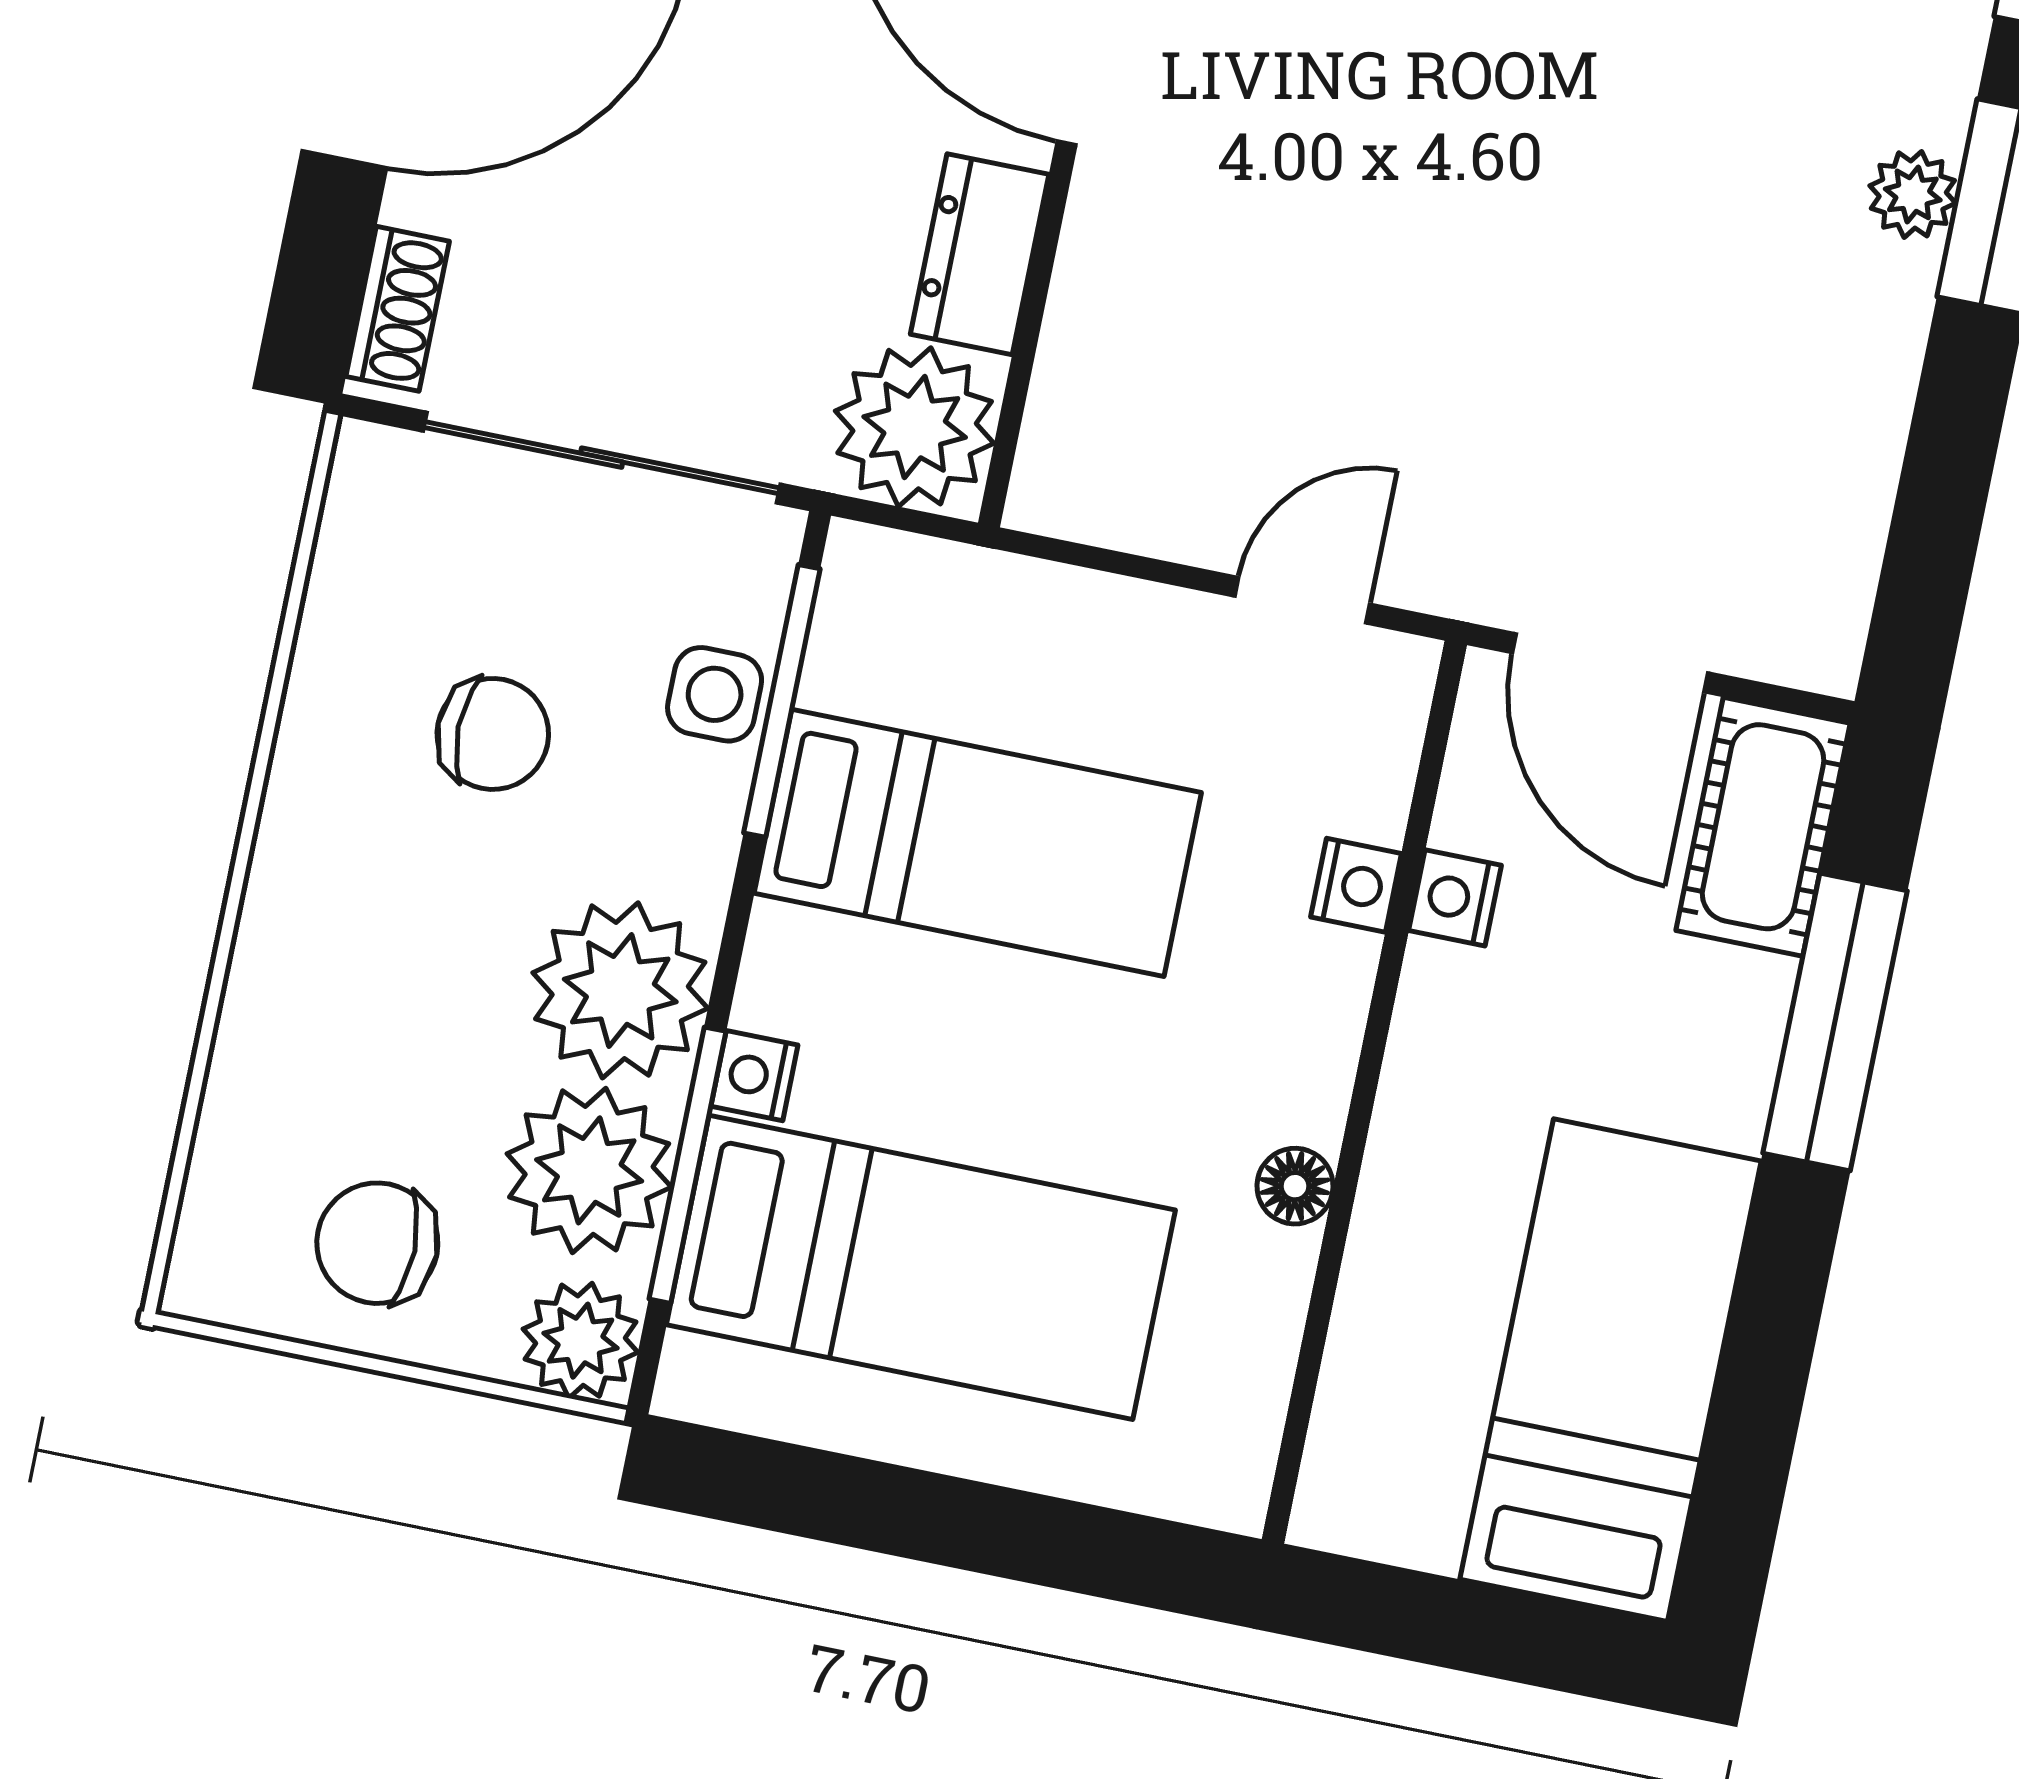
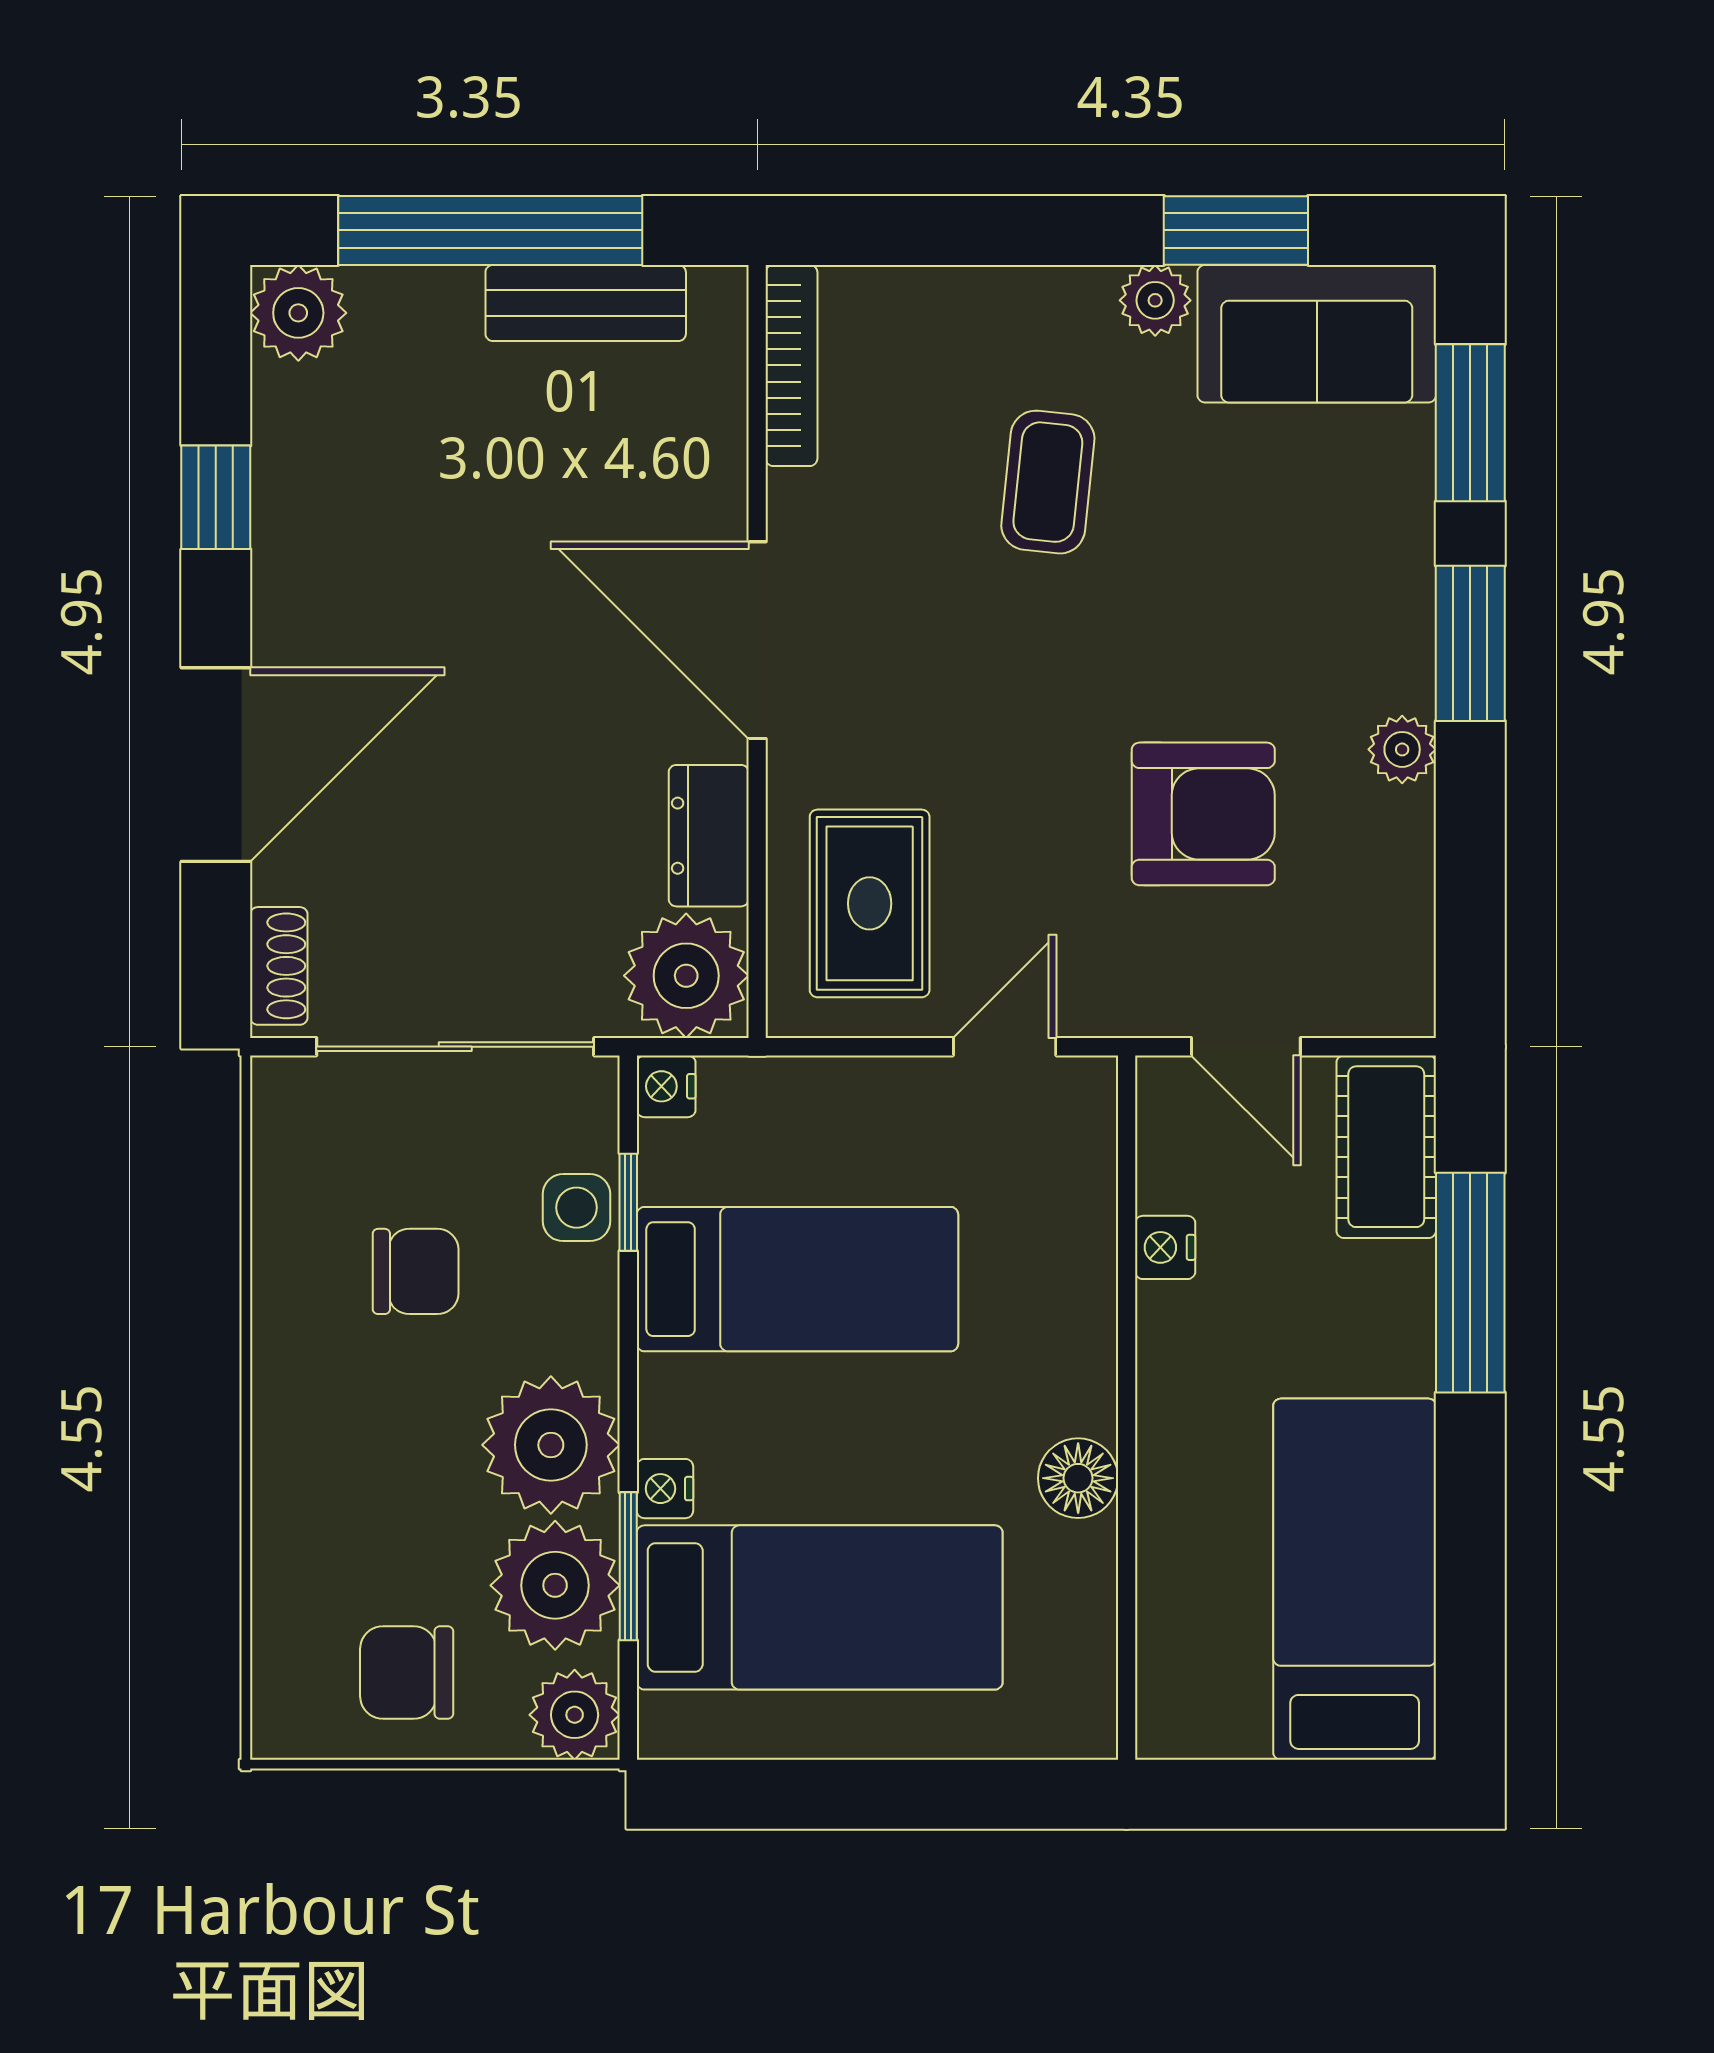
plant: (1913, 194) -> (1402, 749), moved
armchair: (1616, 355) -> (1203, 814), added
rug: (1167, 382) -> (870, 903), added
door: (1610, 663) -> (1246, 1047), width x0.73
window: (782, 701) -> (628, 1202), width x0.46
nightstand: (1356, 885) -> (666, 1086), moved, turned 180
window: (687, 1165) -> (628, 1566), width x0.69
floor lamp: (1295, 1186) -> (1078, 1478), width x1.37, depth x1.37

